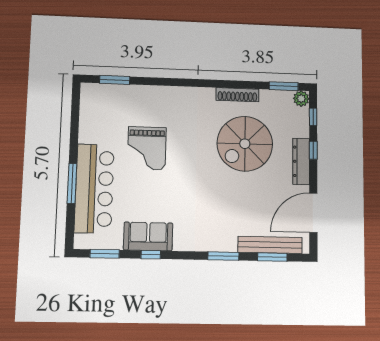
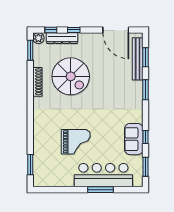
dresser: (301, 161) -> (62, 38), moved

